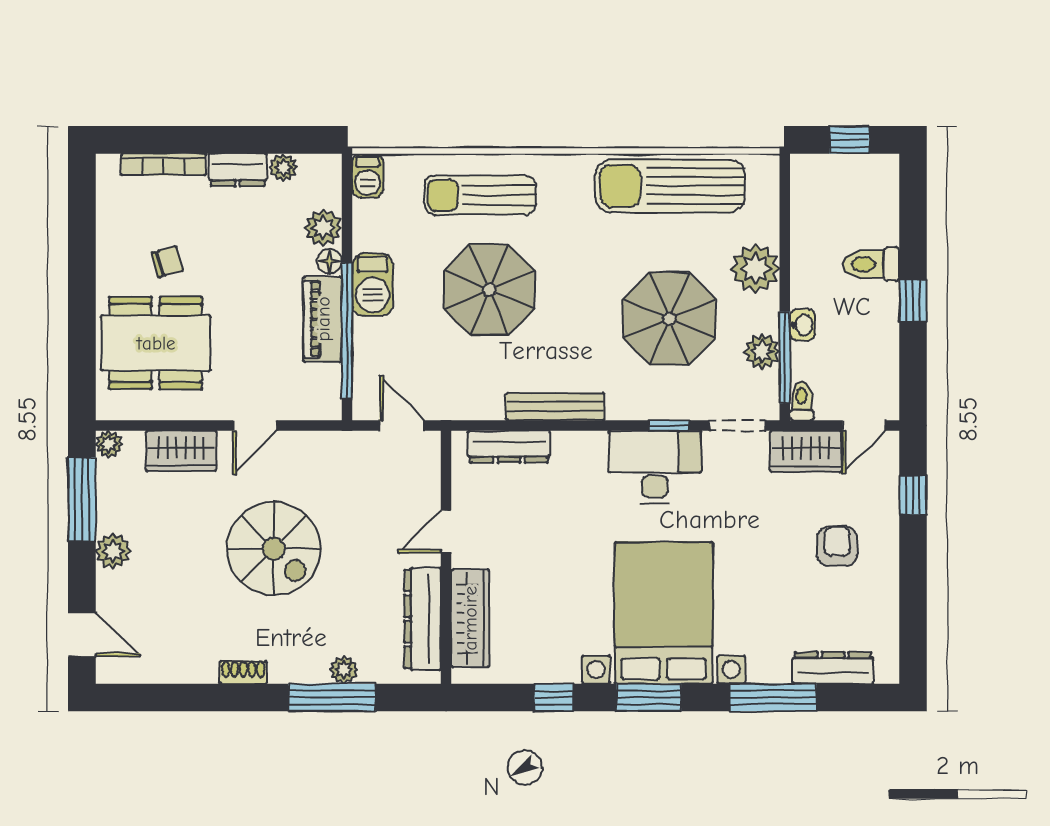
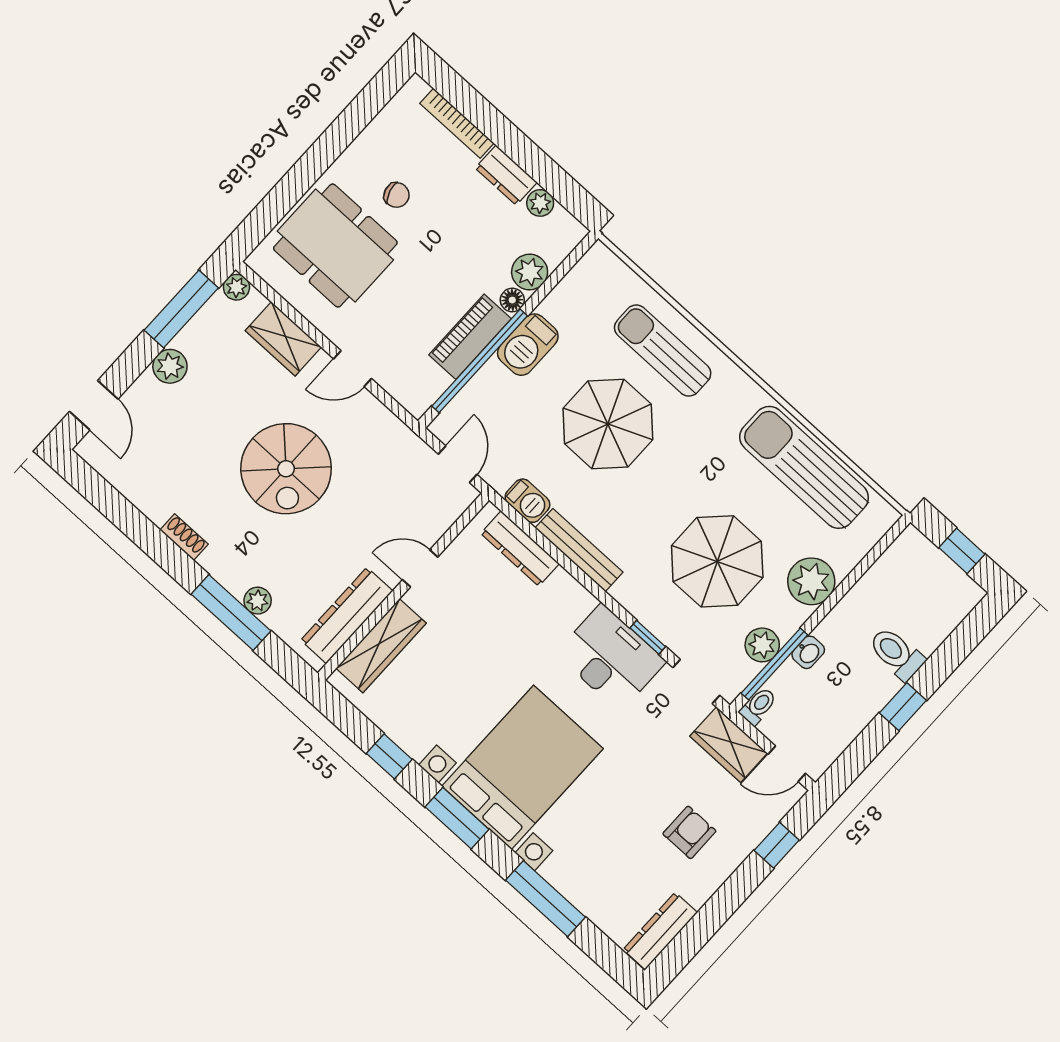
barbecue: (368, 176) -> (527, 501), moved, turned -90
dresser: (833, 668) -> (660, 931), moved, turned -90

